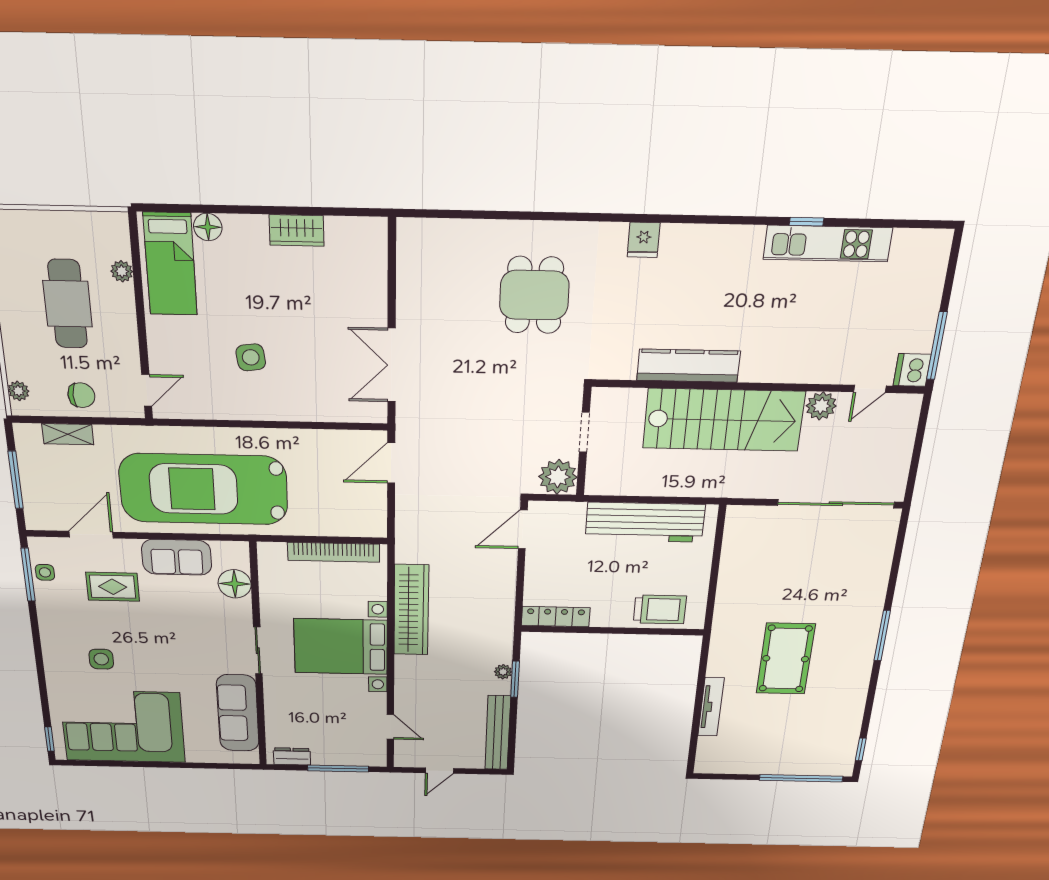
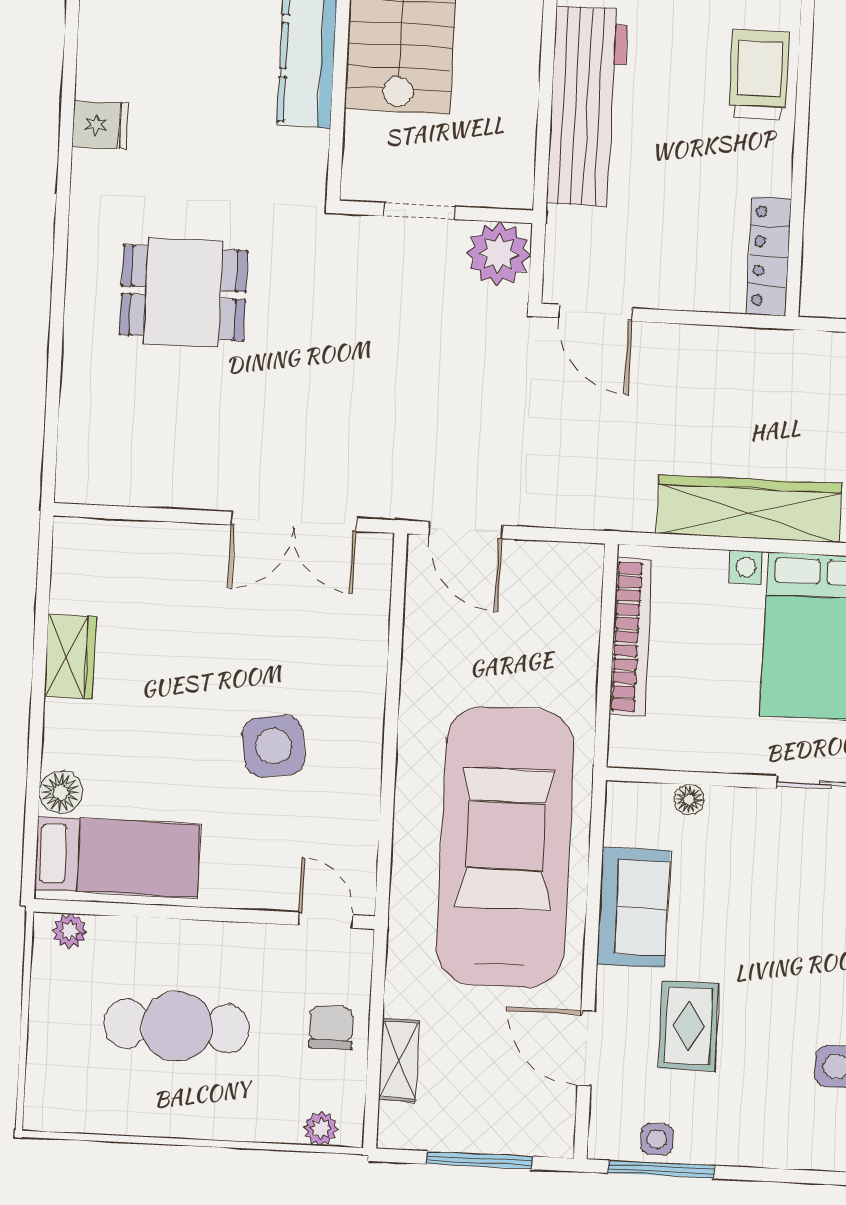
plant: (122, 271) -> (70, 931), moved
side table: (251, 357) -> (274, 746), width x1.37, depth x1.37
car: (204, 489) -> (505, 847), turned 180
floor lamp: (235, 584) -> (689, 799), width x0.53, depth x0.53

